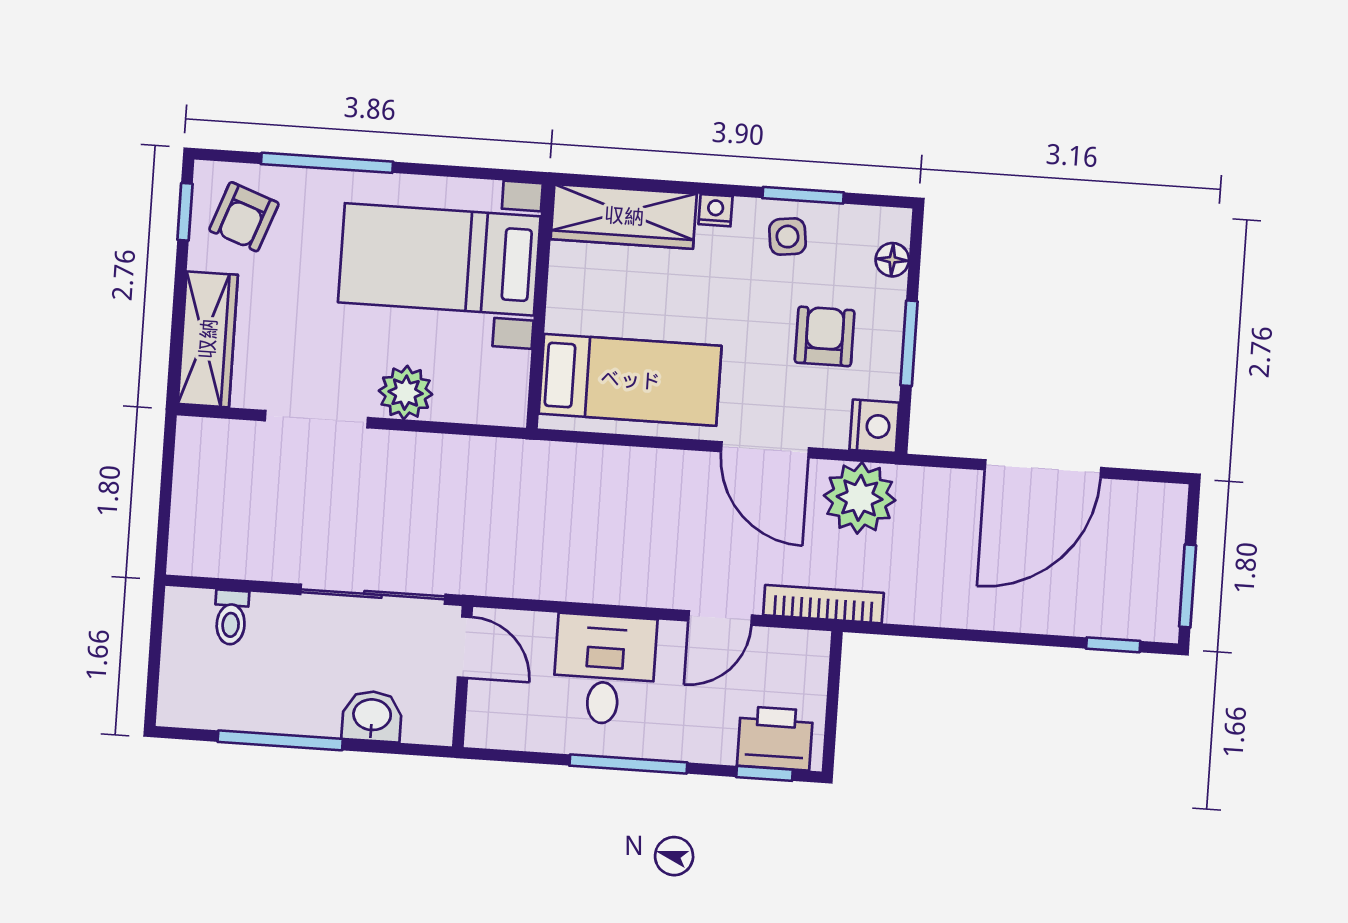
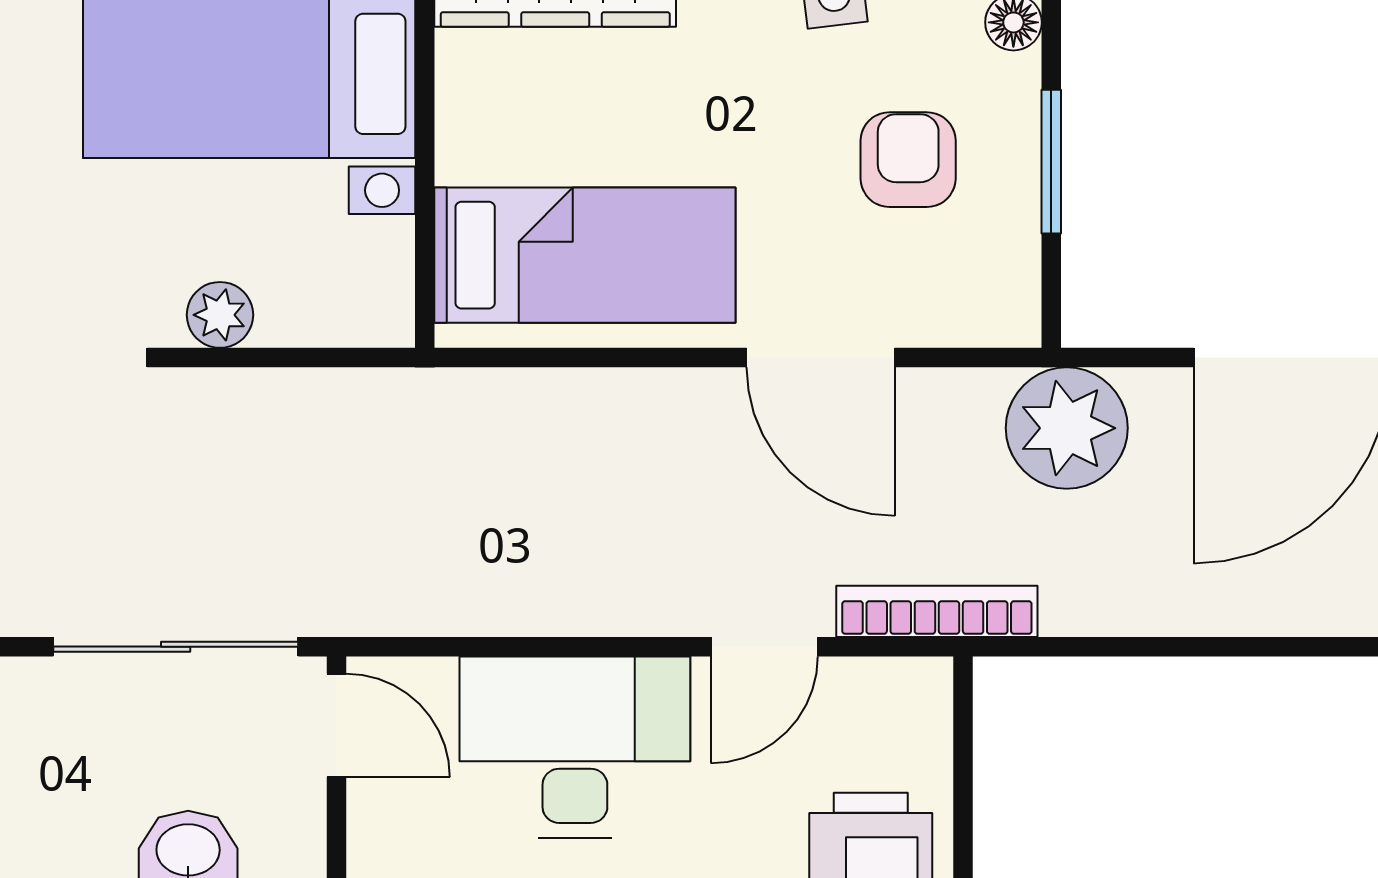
plant: (406, 393) -> (220, 315), width x0.73, depth x0.73
nightstand: (874, 426) -> (1002, 305), removed
plant: (860, 498) -> (1067, 428), moved
desk: (604, 670) -> (575, 747), width x1.37

